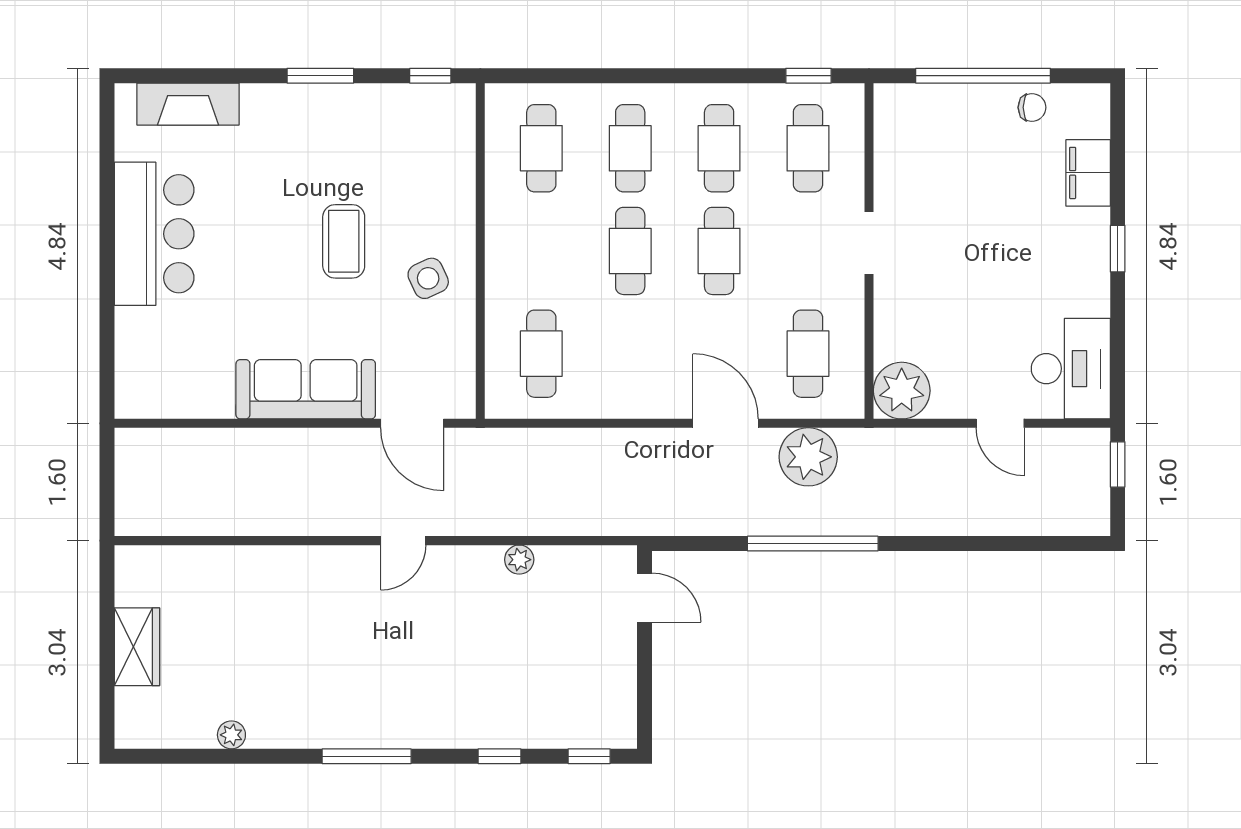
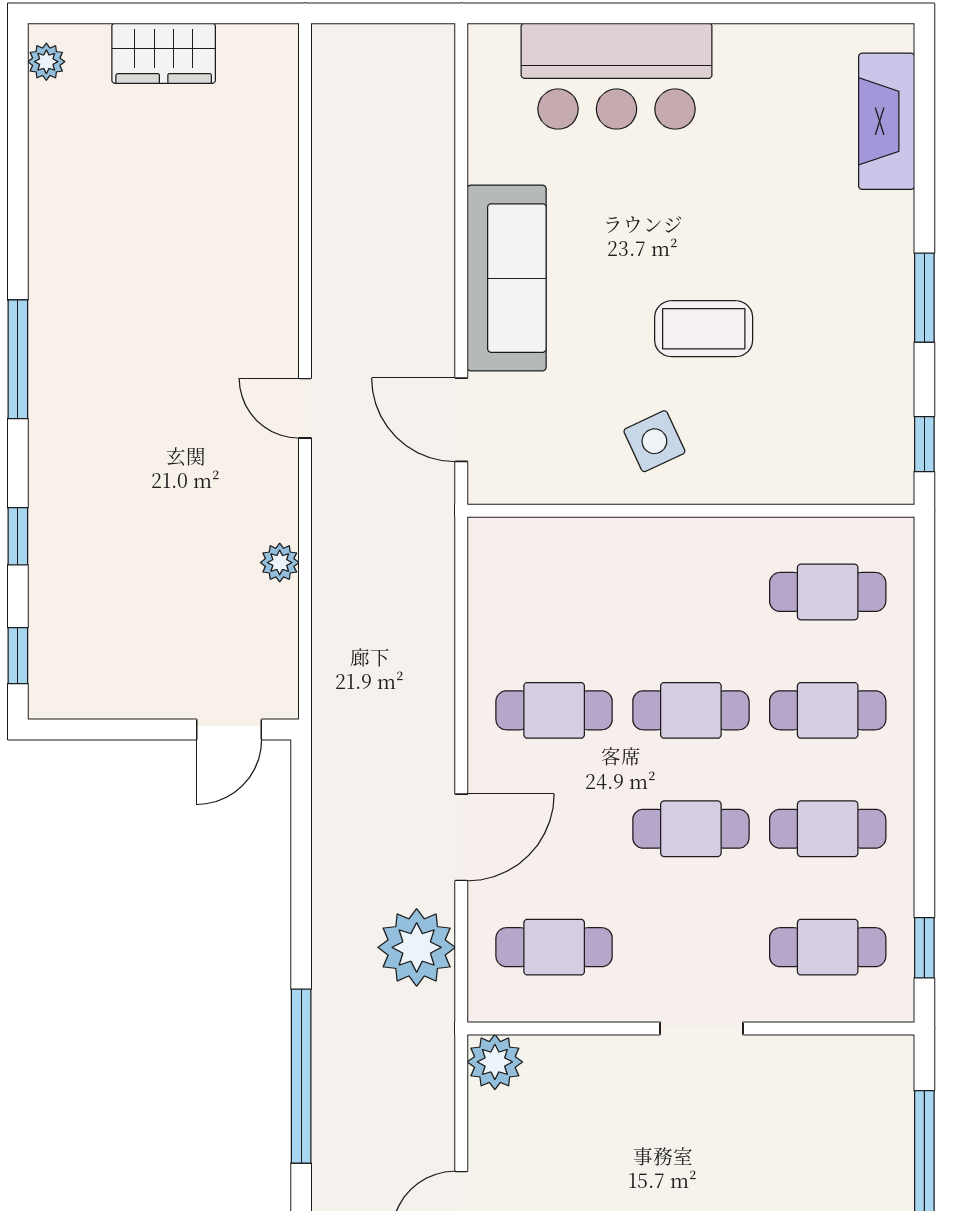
bar counter: (154, 234) -> (617, 76), moved
cafe table: (541, 354) -> (554, 710), moved
plant: (902, 391) -> (495, 1062), width x0.73, depth x0.73
door: (412, 423) -> (461, 420), hinge flipped
window: (813, 544) -> (301, 1076), moved
plant: (231, 735) -> (46, 62), moved

